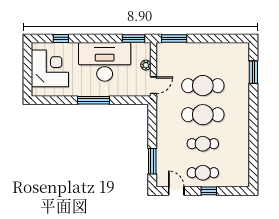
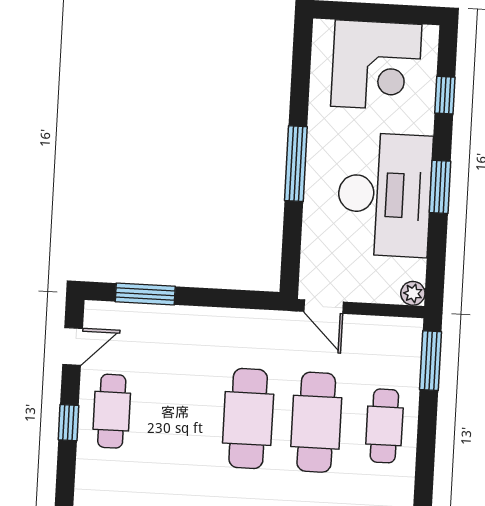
window: (133, 38) -> (440, 187), moved
plant: (146, 65) -> (413, 293), moved
cafe table: (203, 144) -> (384, 426), moved

